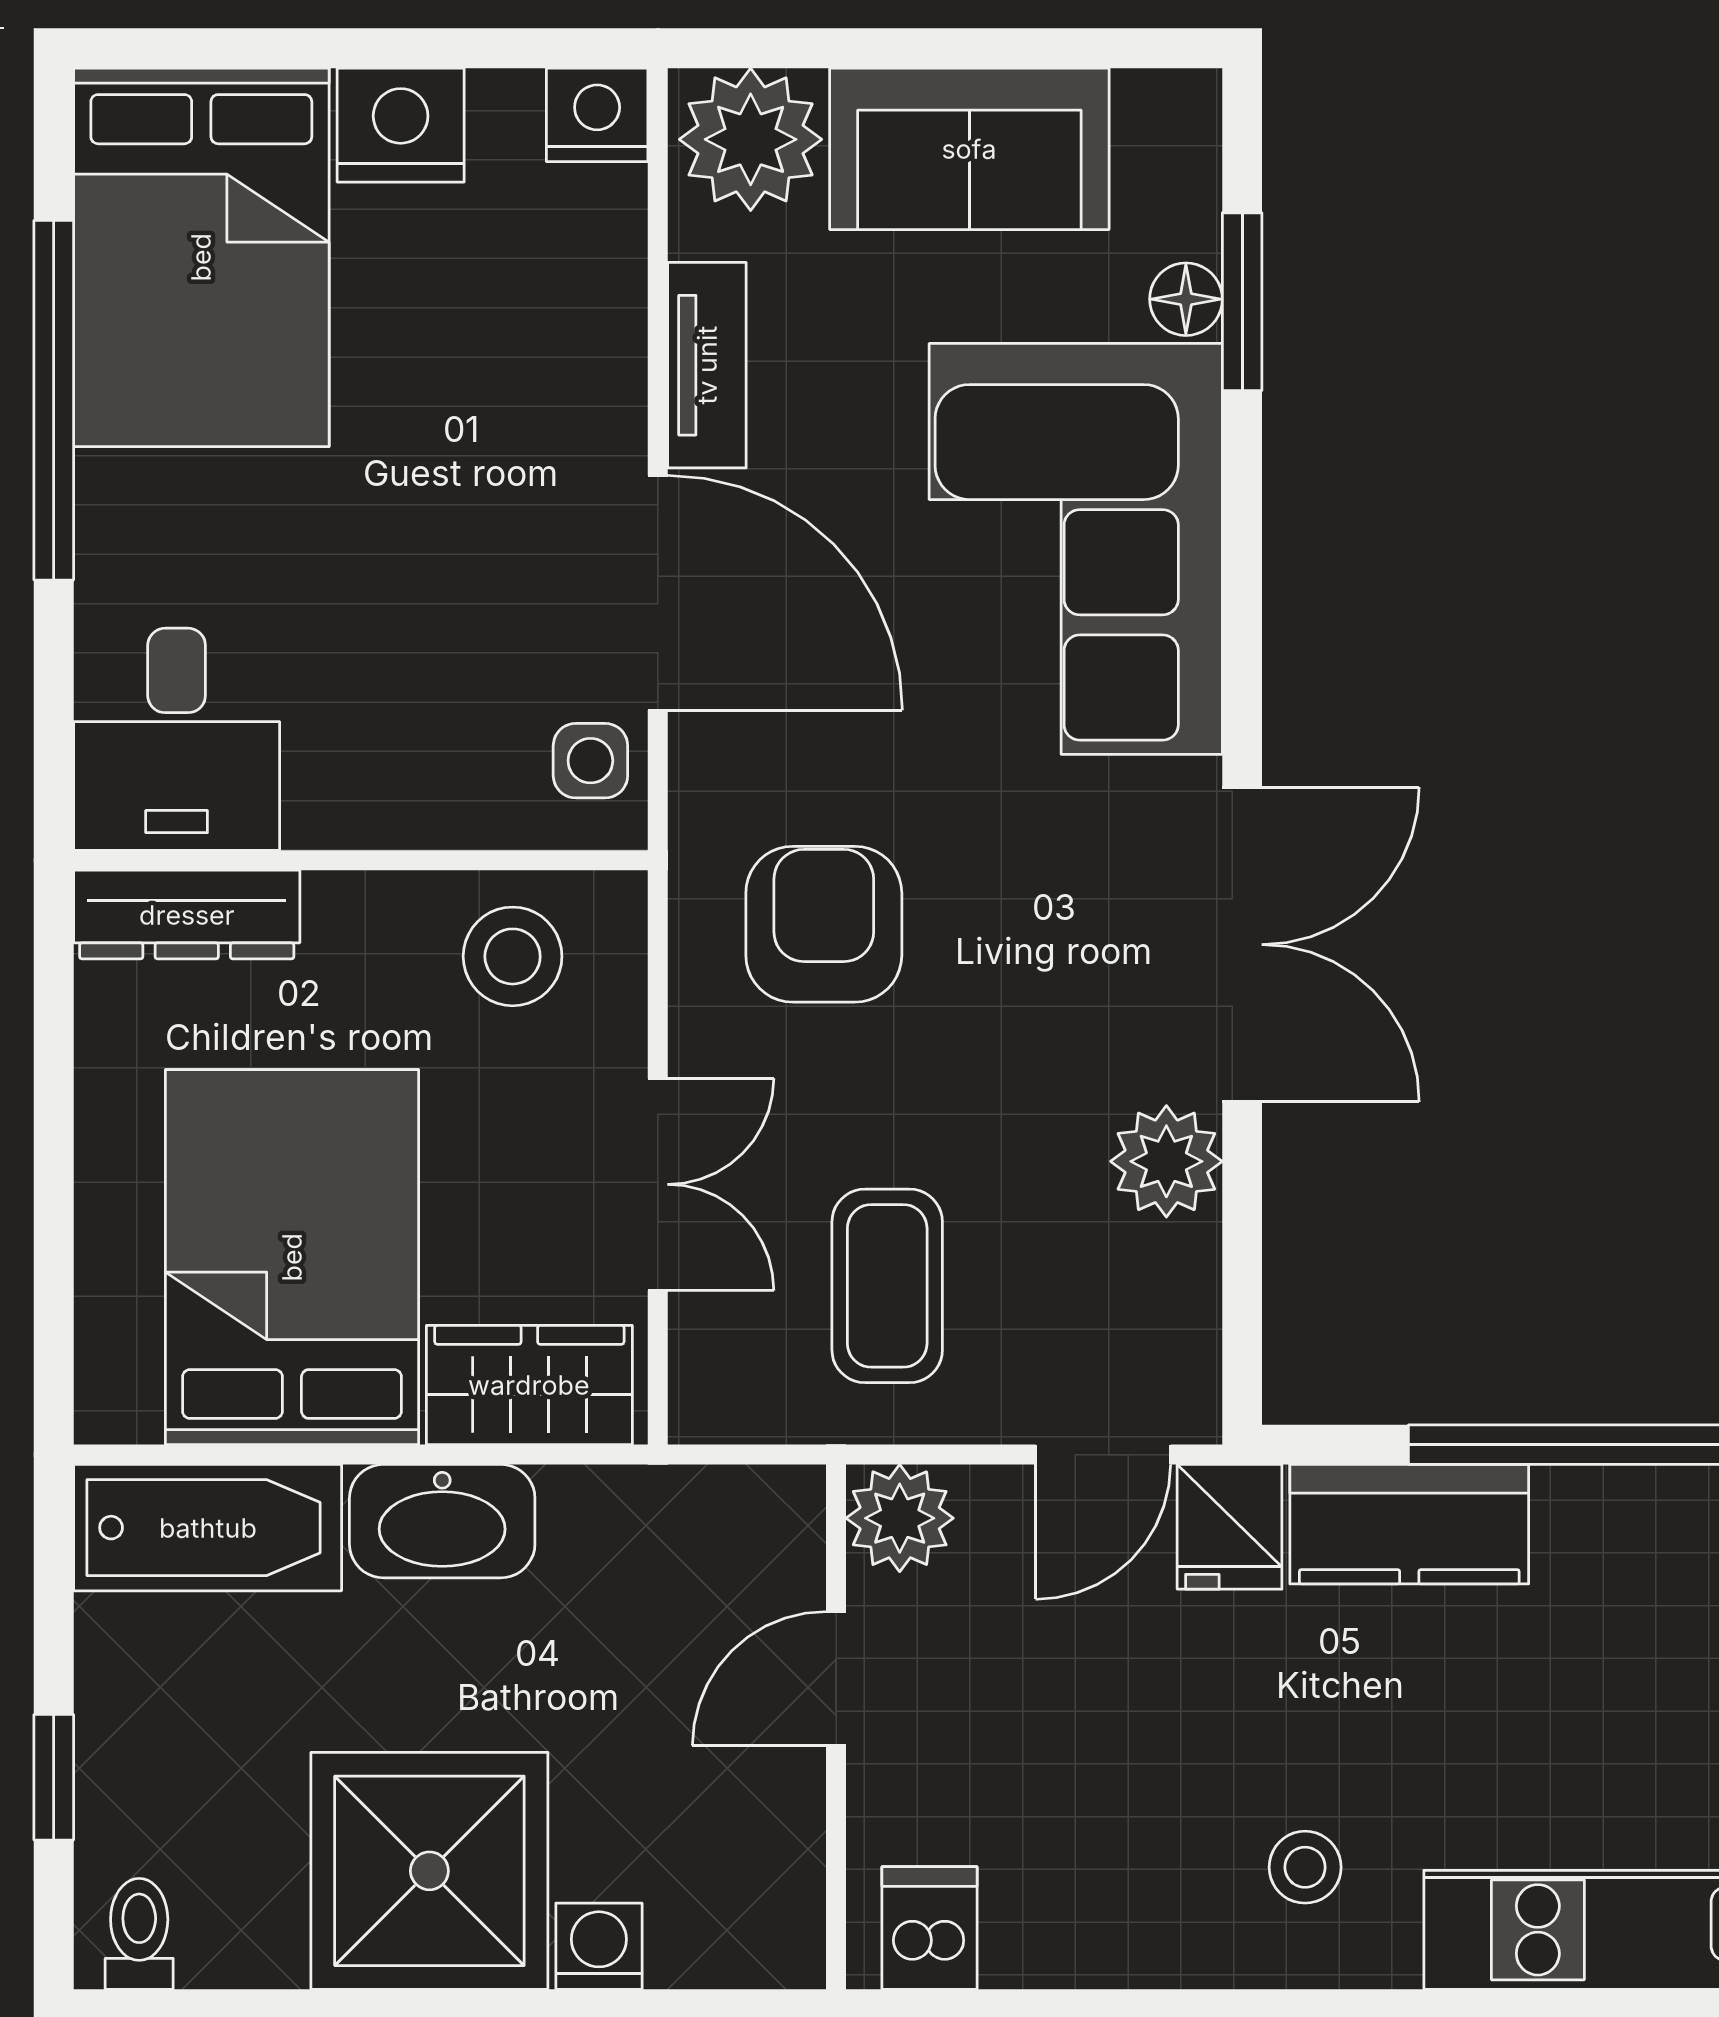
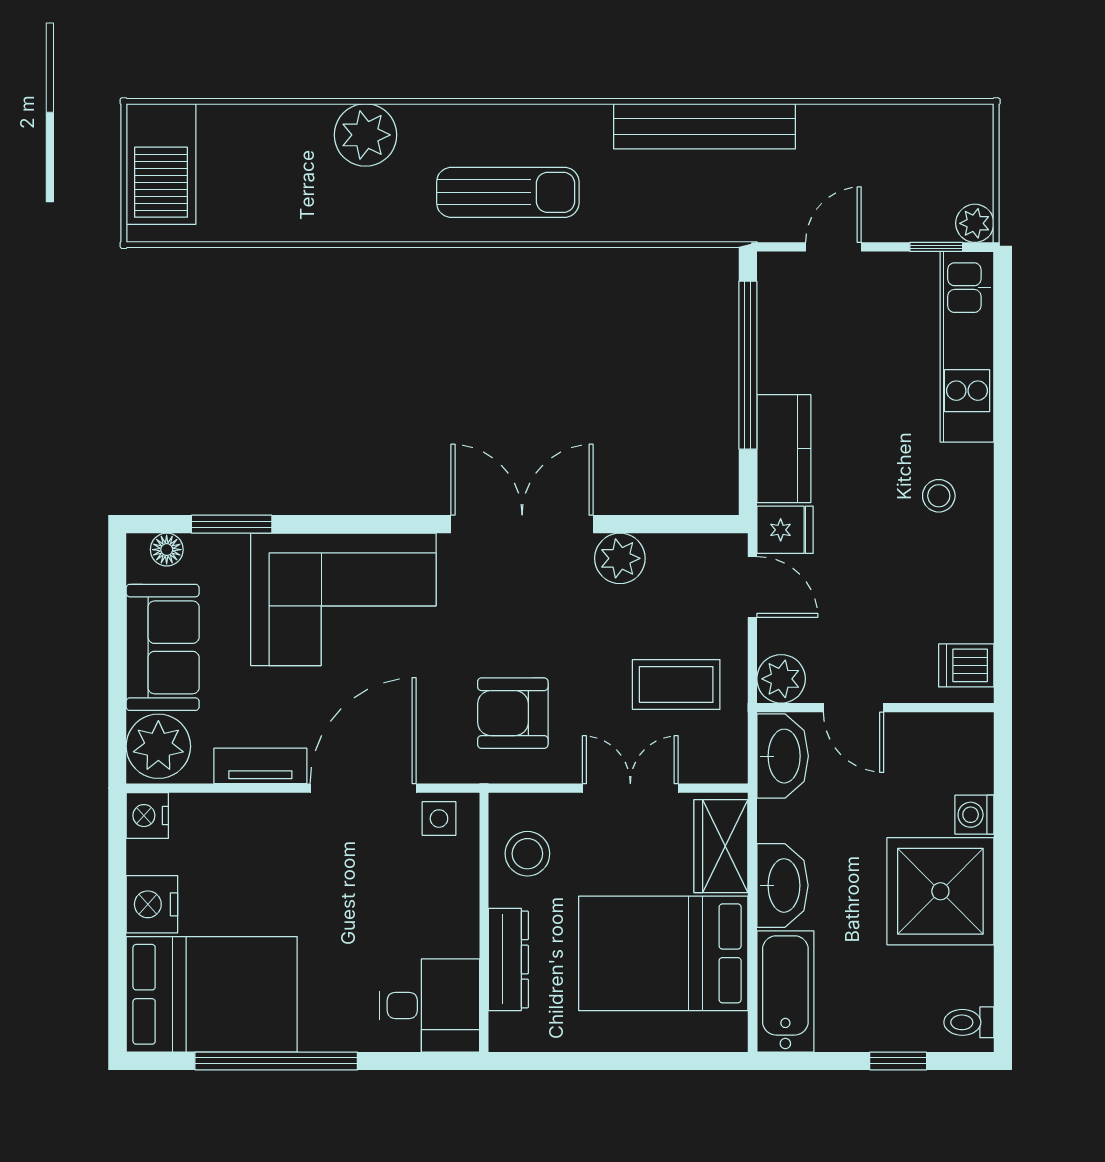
floor lamp: (1186, 299) -> (167, 550), moved
dresser: (187, 915) -> (508, 959), moved
washbasin: (729, 1521) -> (783, 756), added

